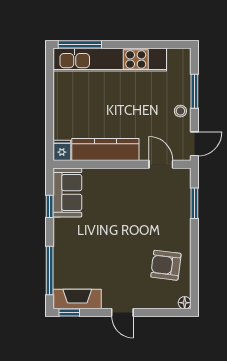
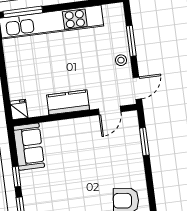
kitchen counter: (105, 150) -> (68, 102), width x0.67
door: (161, 164) -> (110, 110), swing flipped
window: (50, 206) -> (16, 177), moved

